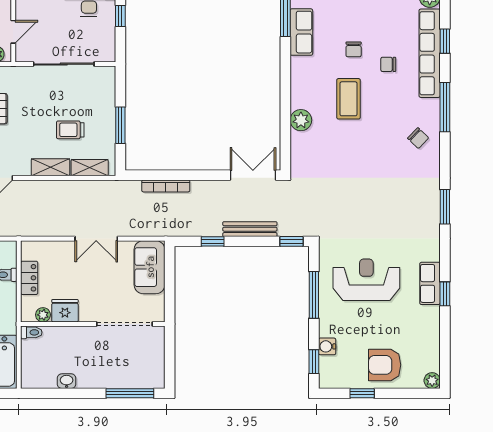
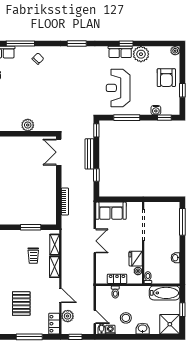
coffee table: (348, 99) -> (16, 98), removed
plant: (426, 320) -> (141, 54), added

